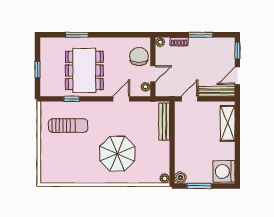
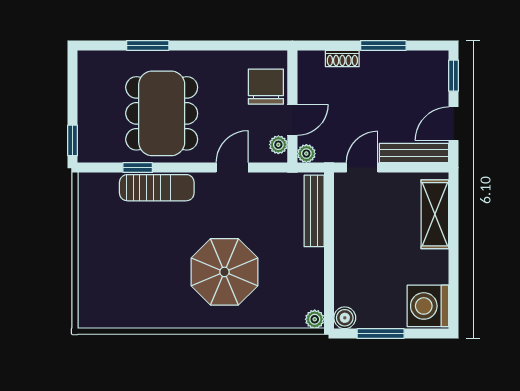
plant: (160, 42) -> (306, 154), moved
window: (38, 70) -> (73, 140), moved
sun lounger: (68, 126) -> (157, 188), moved

